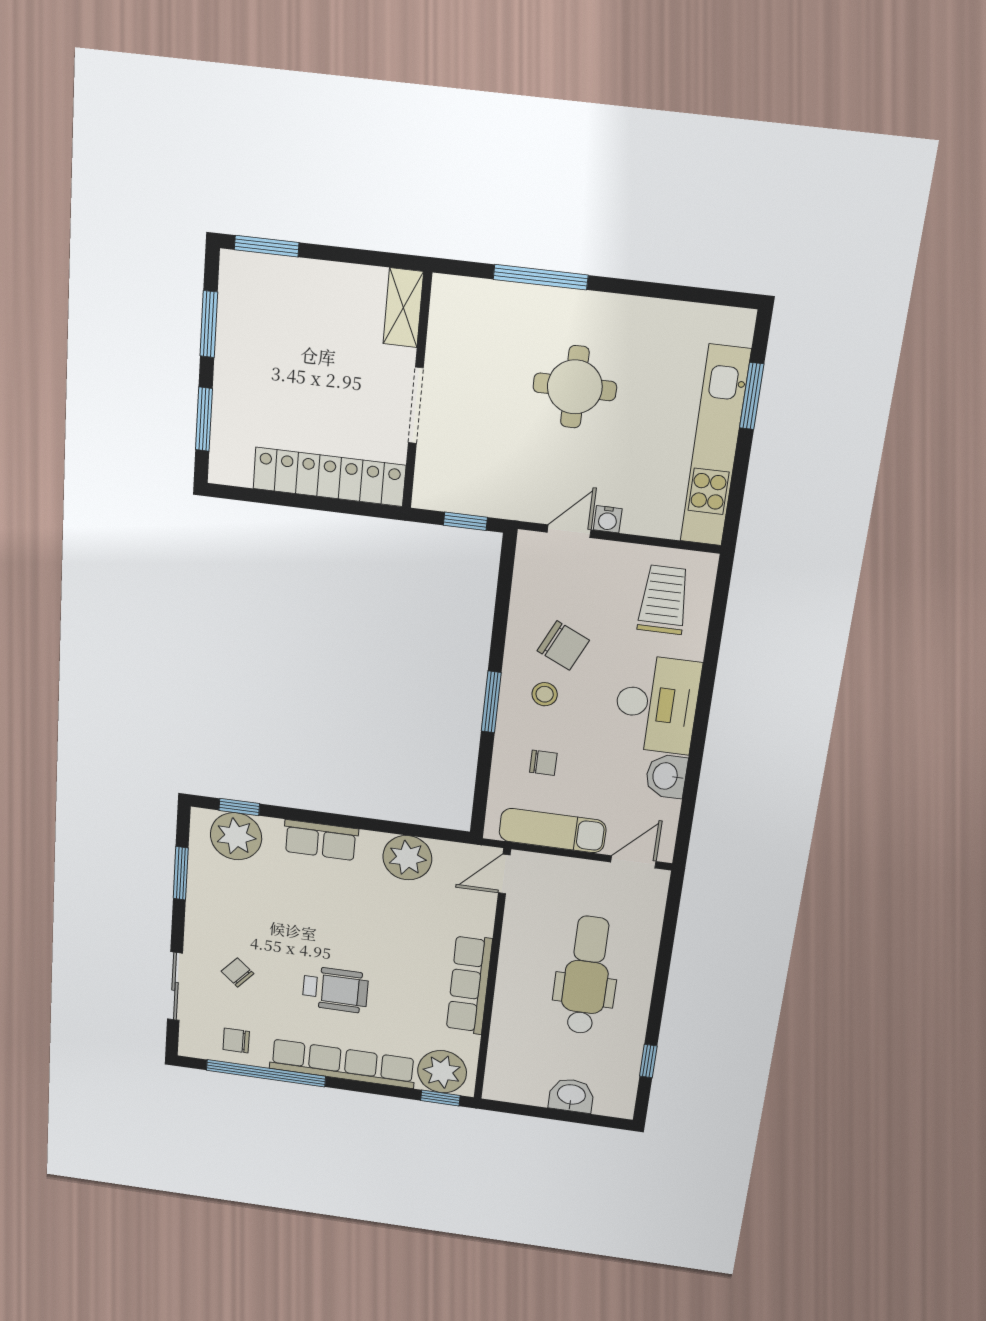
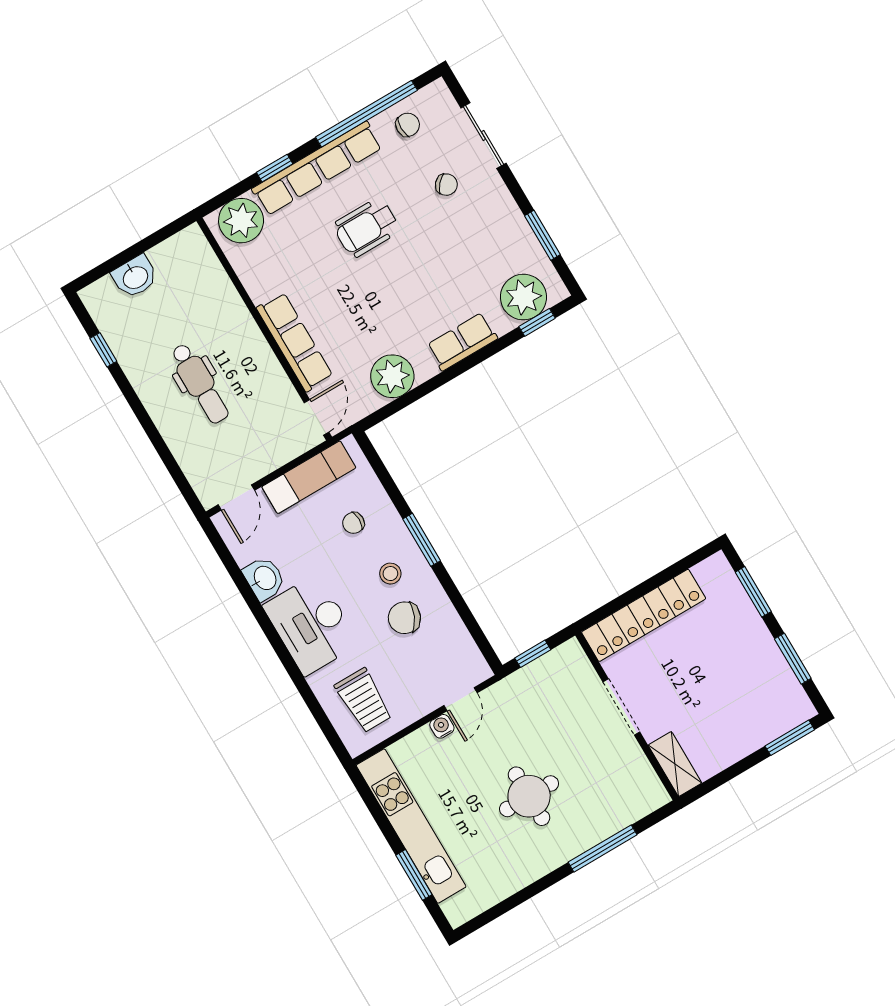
dental chair: (586, 975) -> (200, 384), width x0.73, depth x0.72
row of seats: (469, 985) -> (295, 342), moved
window: (440, 1098) -> (275, 168), moved

